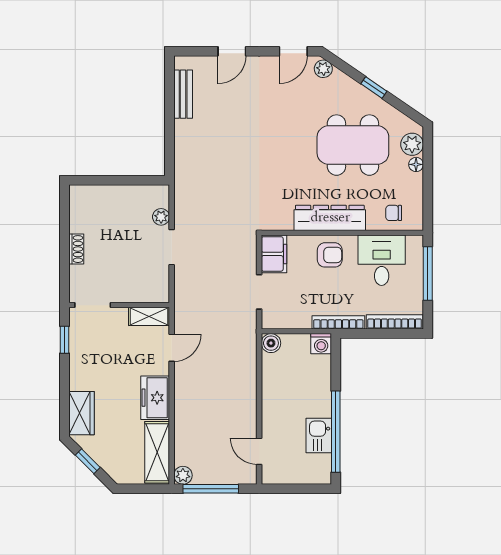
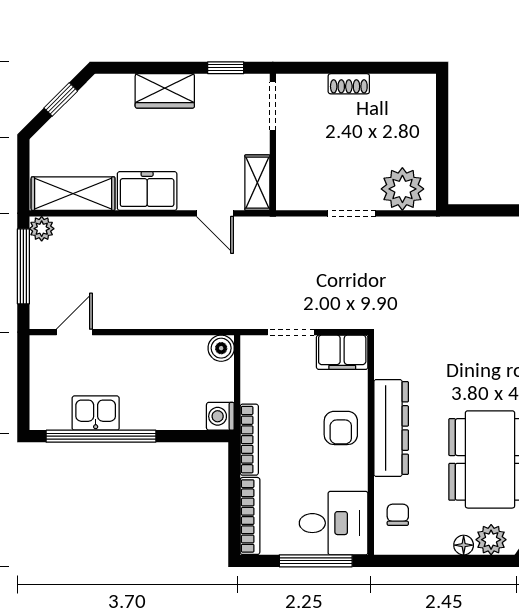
plant: (161, 217) -> (402, 189), width x1.88, depth x1.88
desk: (382, 260) -> (334, 523), moved
wardrobe: (81, 413) -> (165, 91), moved

